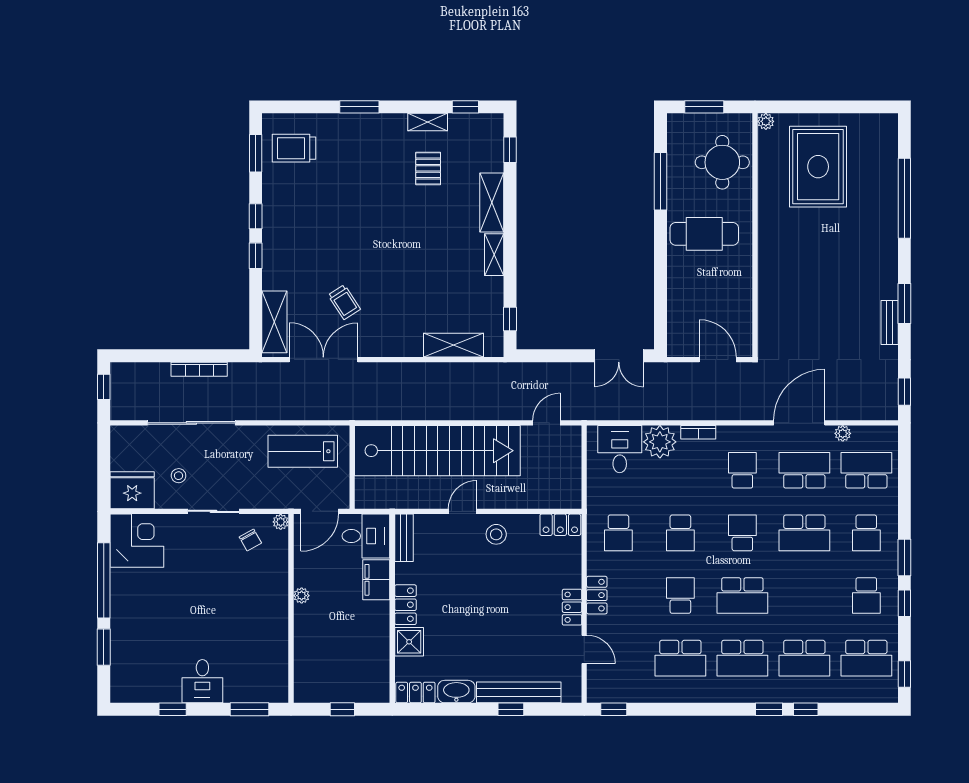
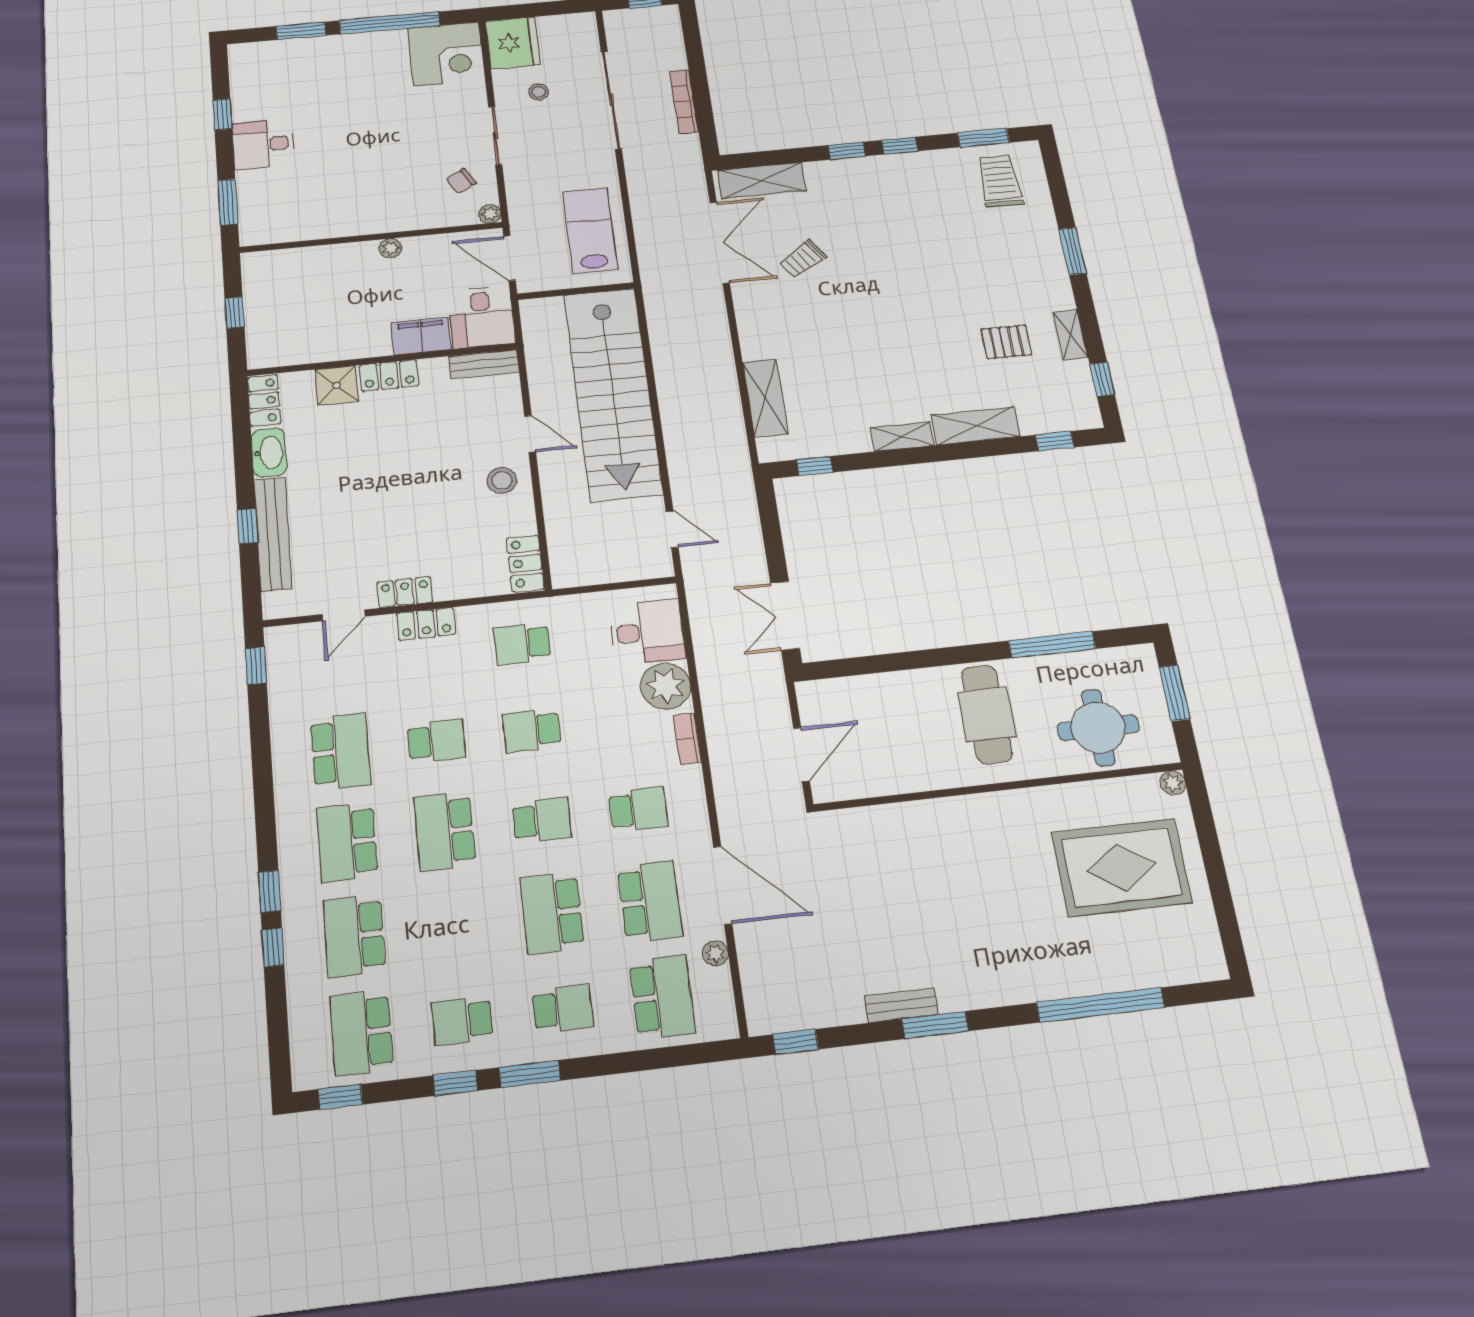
school desk: (866, 533) -> (563, 1009), turned 180
school desk: (680, 658) -> (340, 752), turned 180

